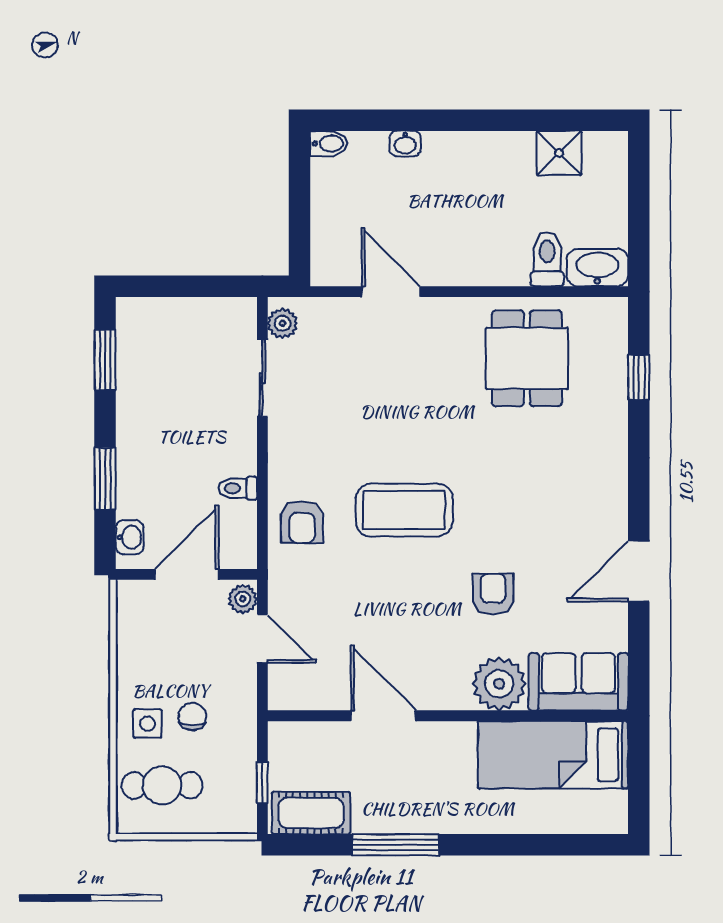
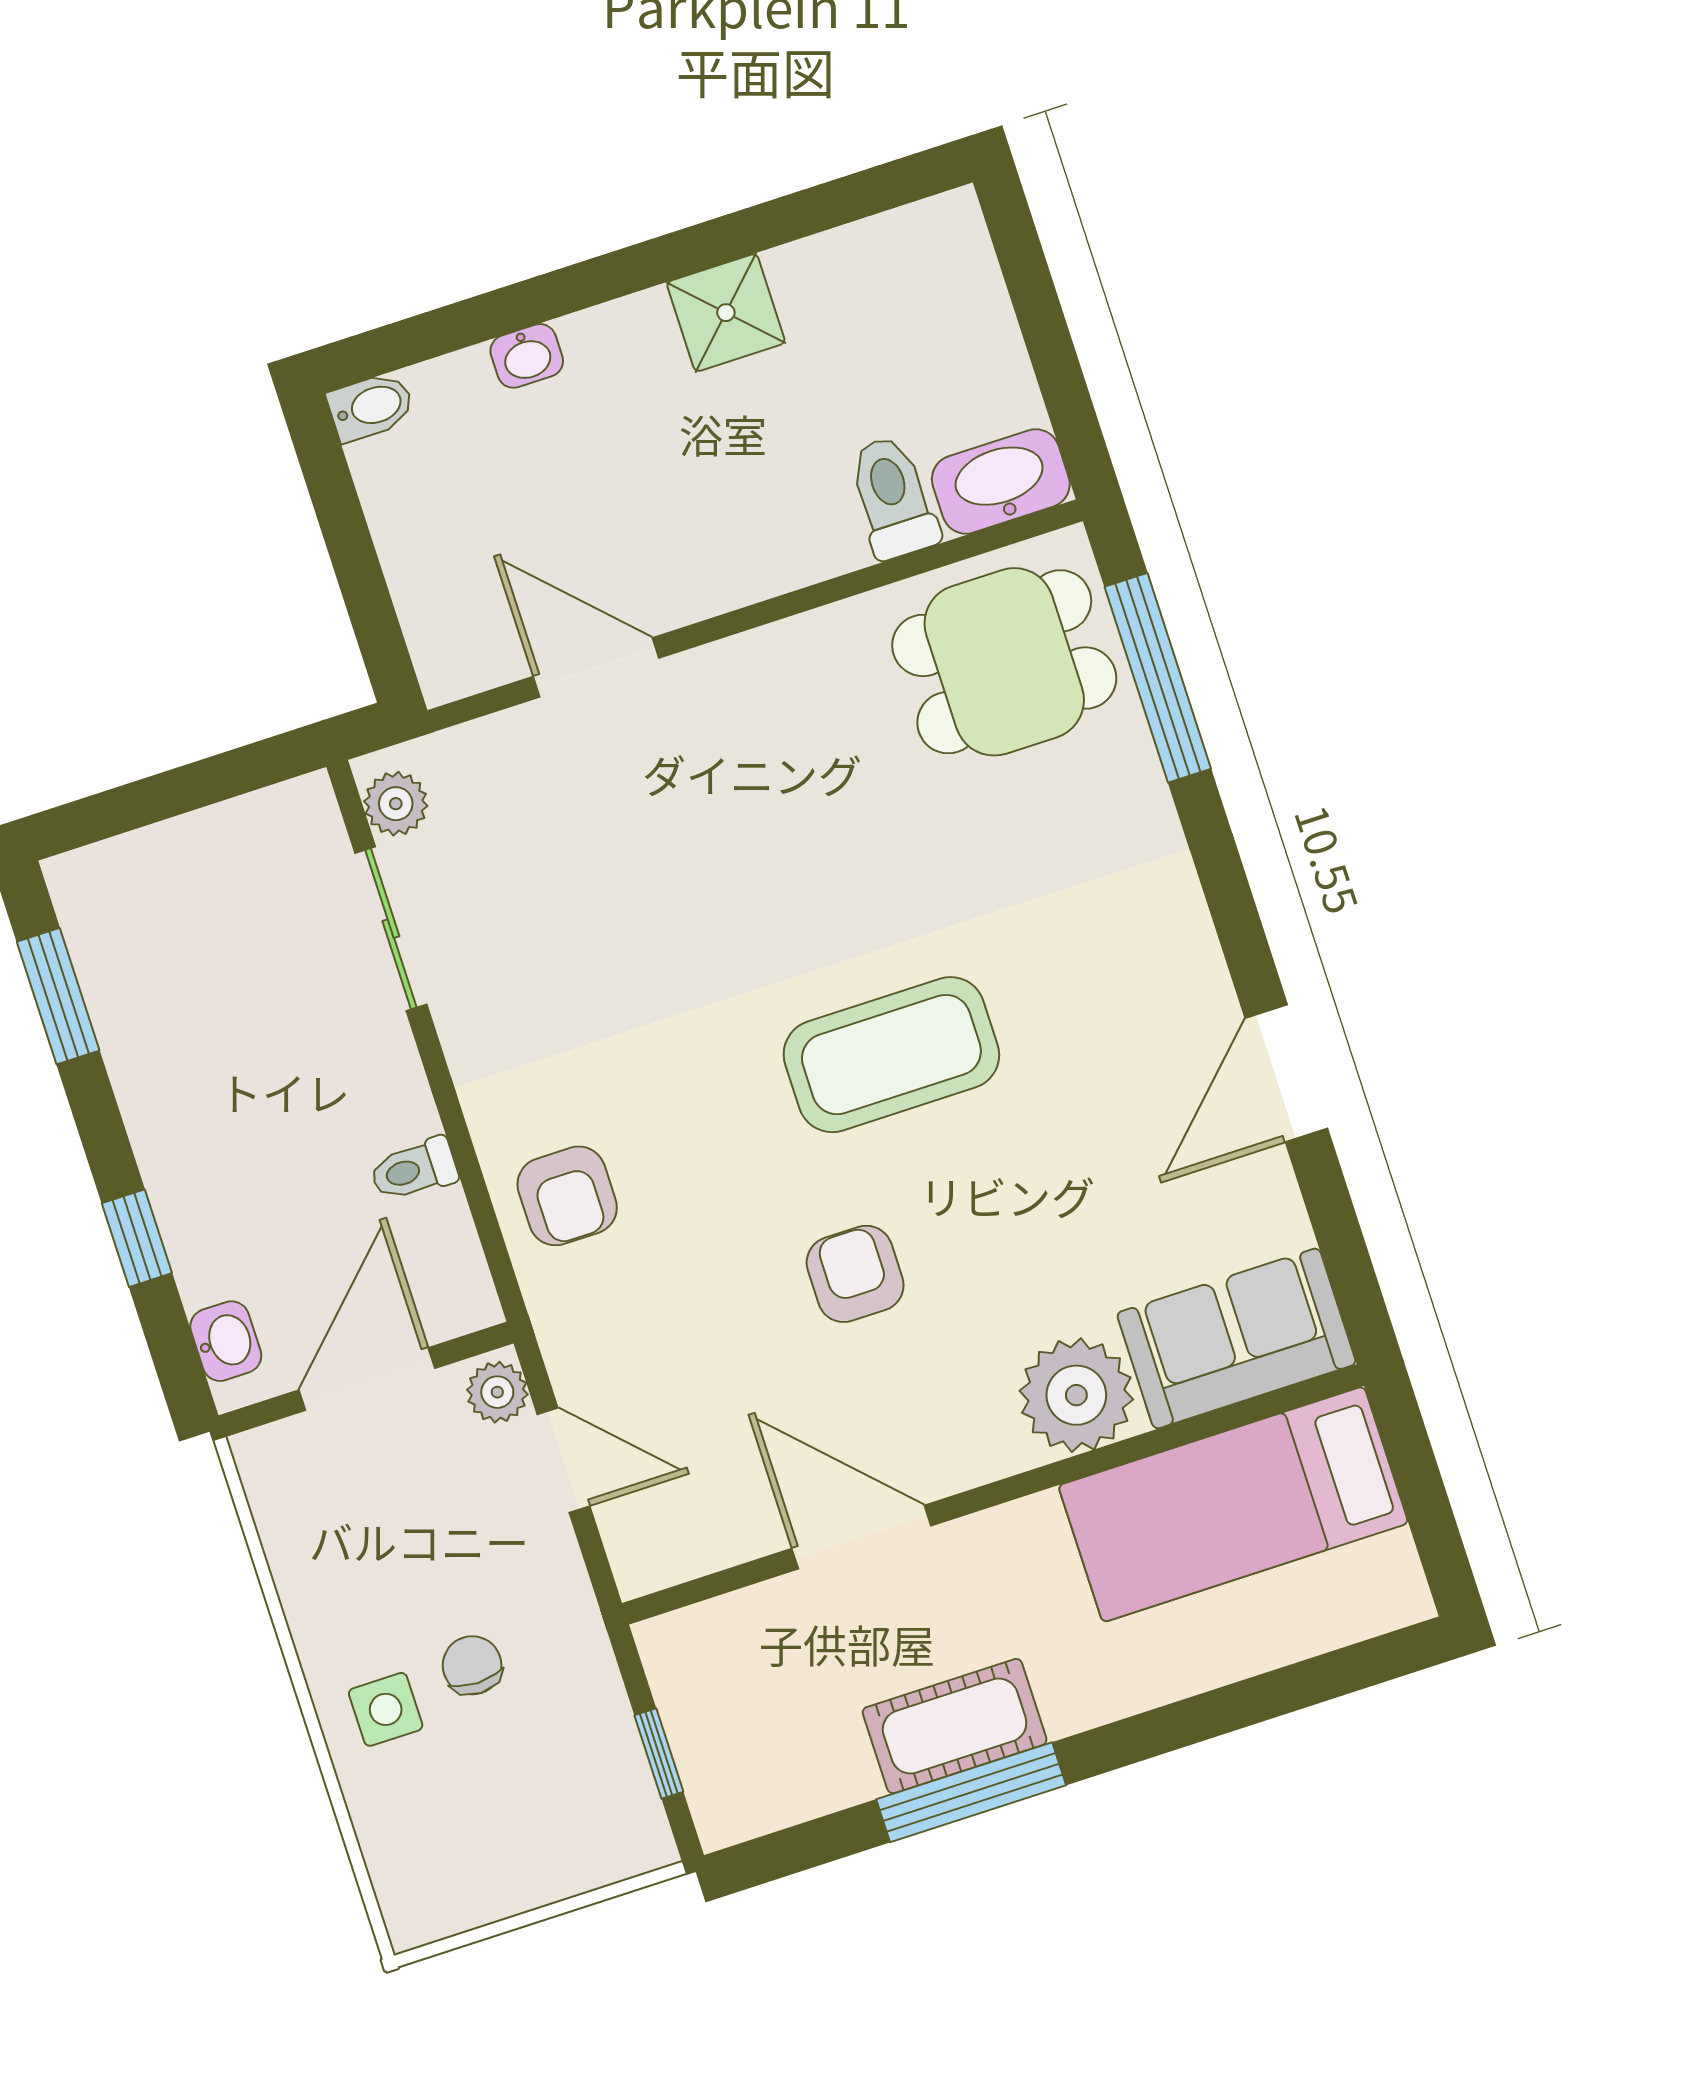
shower: (559, 153) -> (726, 313), moved
dining table: (527, 358) -> (1004, 662), moved, turned 90
window: (639, 377) -> (1158, 678), width x2.17
window: (105, 479) -> (137, 1238), width x0.67
coffee table: (404, 510) -> (891, 1055), moved
armchair: (493, 594) -> (855, 1274), moved
cafe table: (162, 785) -> (456, 1826), removed
cot: (311, 813) -> (955, 1726), moved

